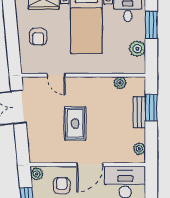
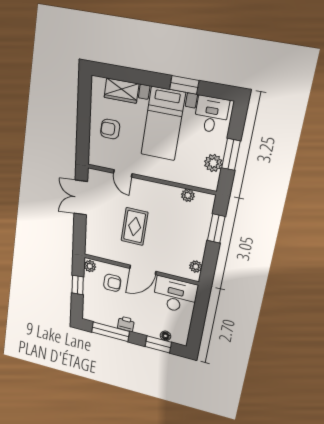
window: (151, 25) -> (231, 154), moved
armchair: (38, 37) -> (110, 129), turned 90
bench: (139, 112) -> (203, 230), removed
armchair: (62, 186) -> (112, 283), turned 90

